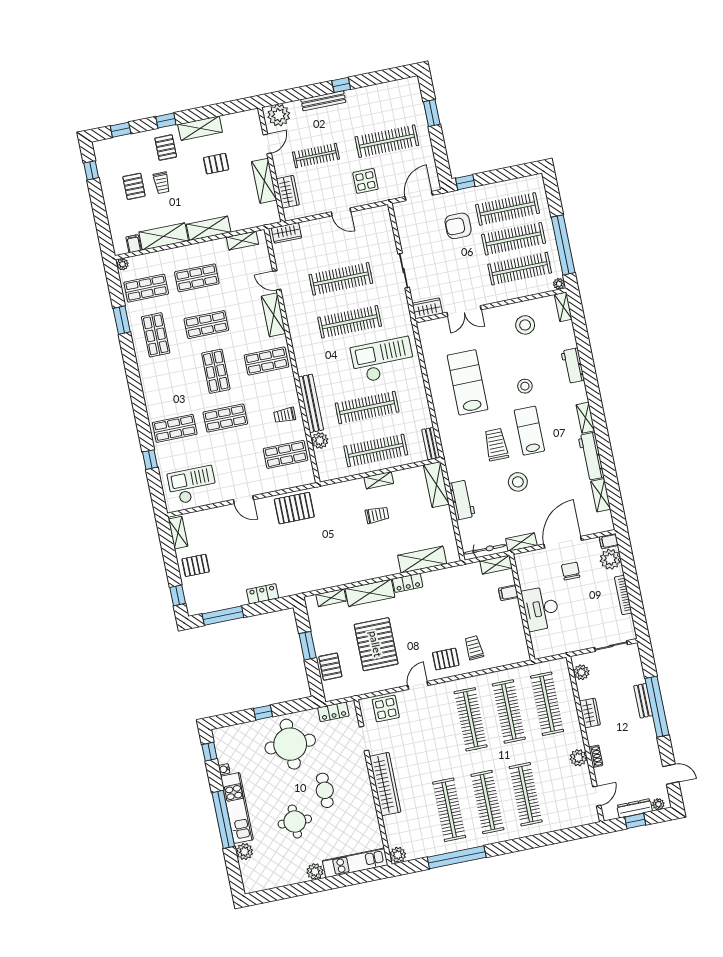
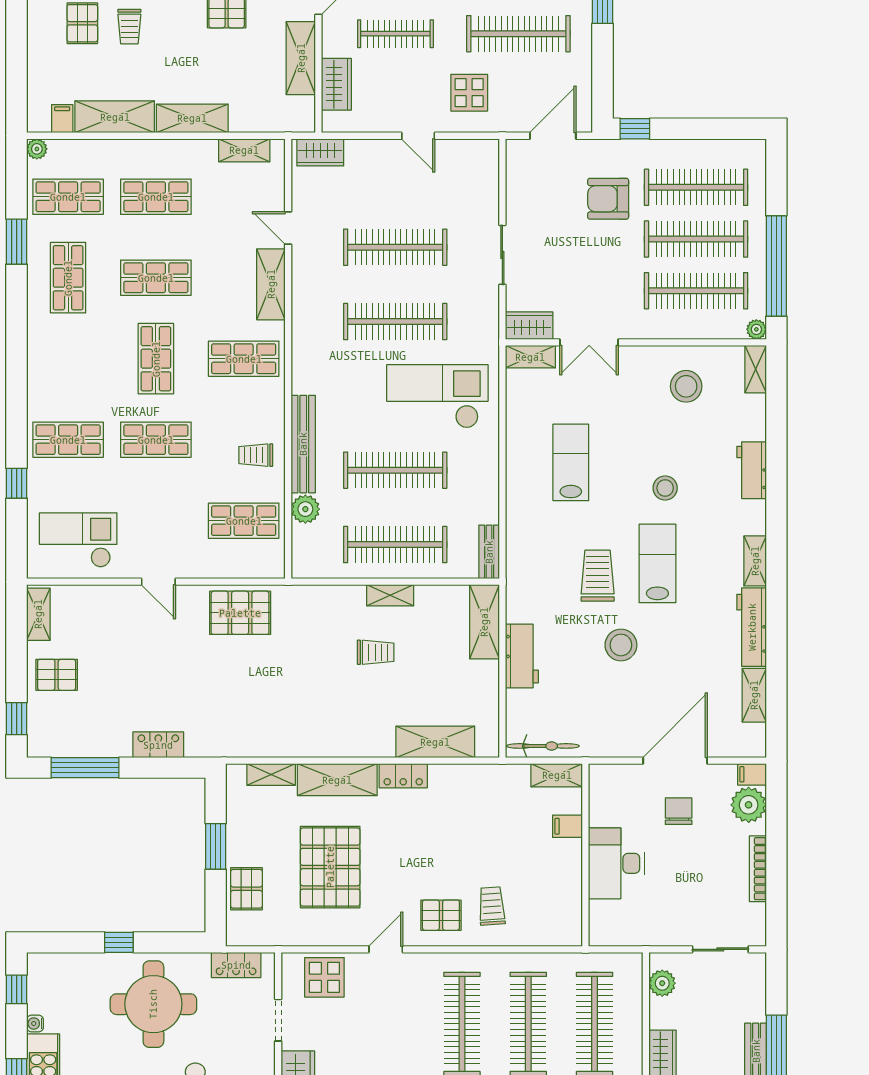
lab bench: (467, 382) -> (571, 462), width x0.73, depth x0.72
shelving: (521, 542) -> (530, 357), moved

